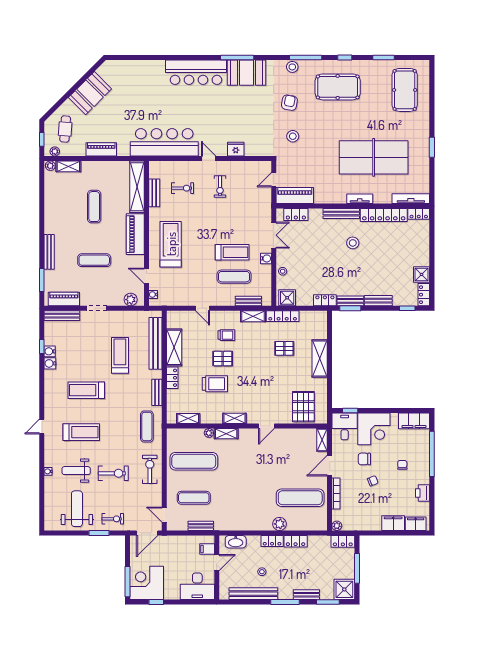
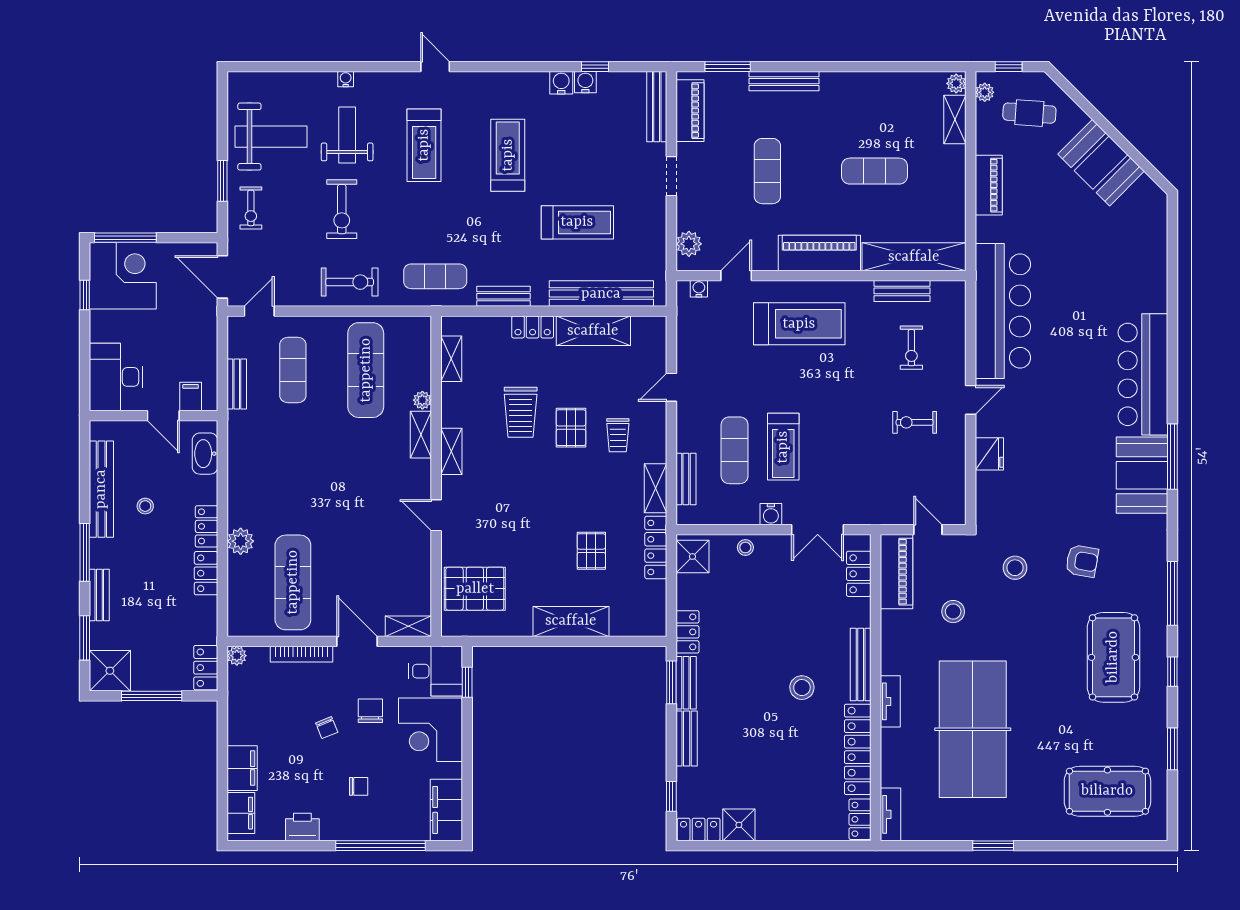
stool: (292, 67) -> (953, 612), moved
tv unit: (411, 199) -> (890, 814), width x0.71

